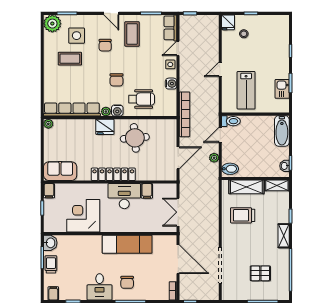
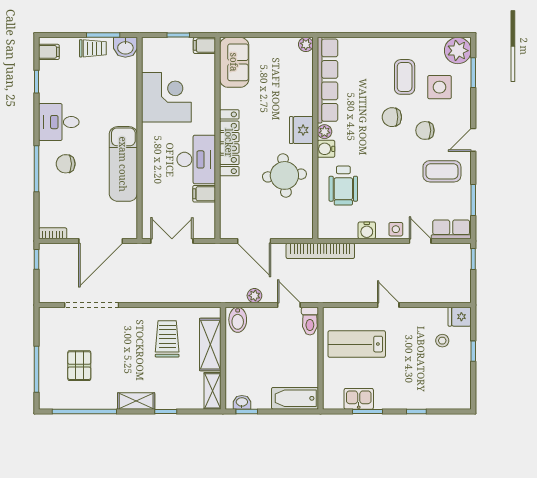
chair: (116, 80) -> (392, 117), moved

